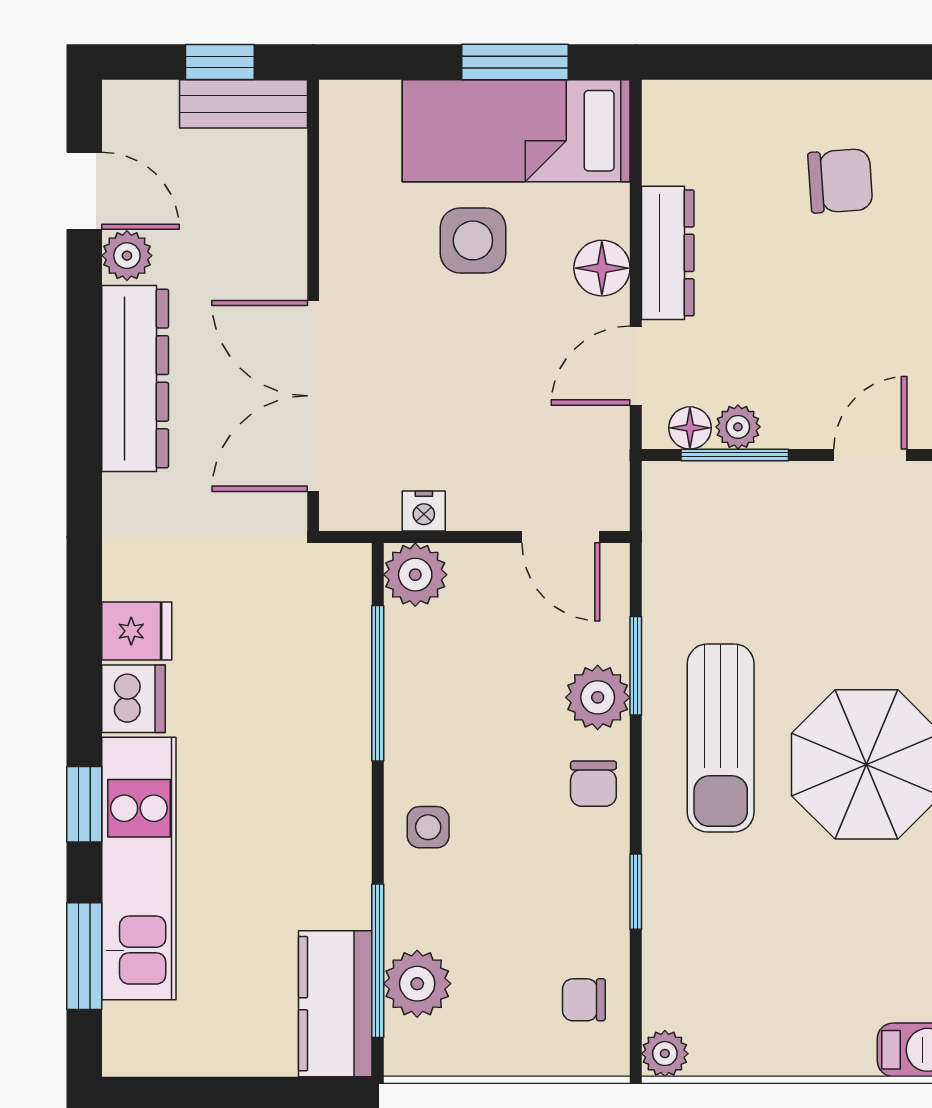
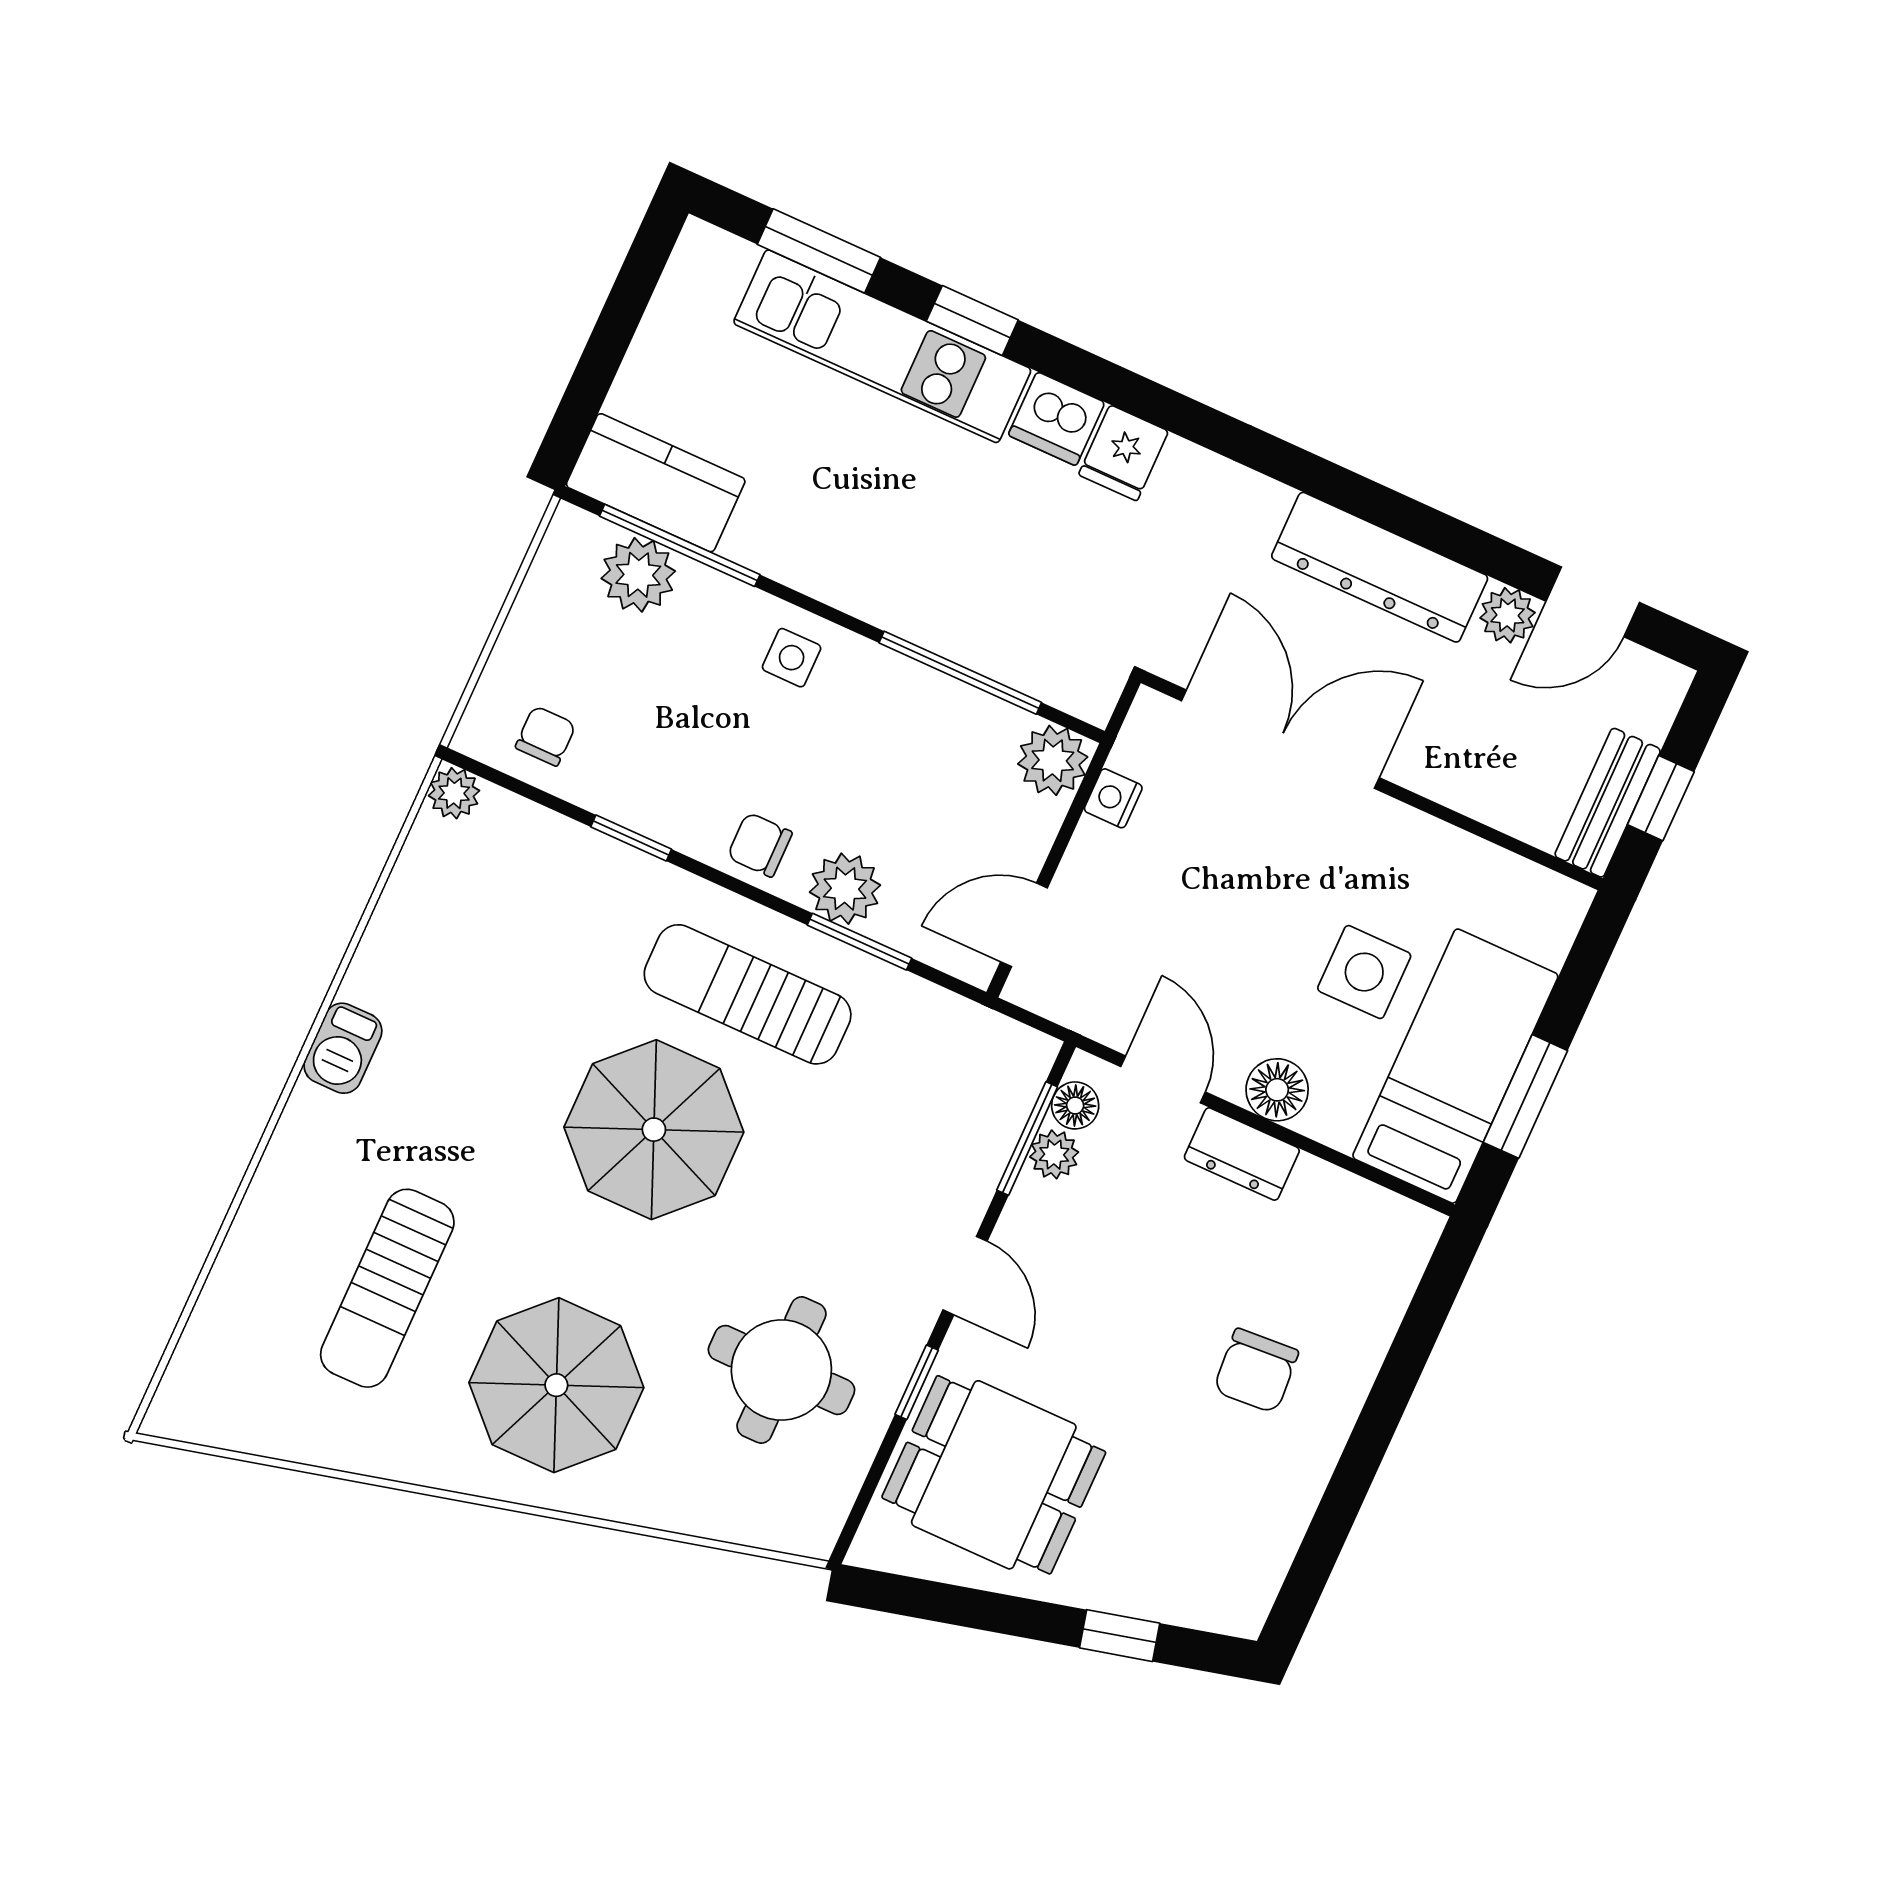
dresser: (668, 253) -> (1242, 1154), width x0.70

